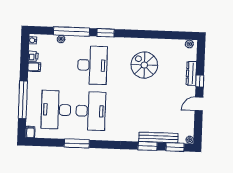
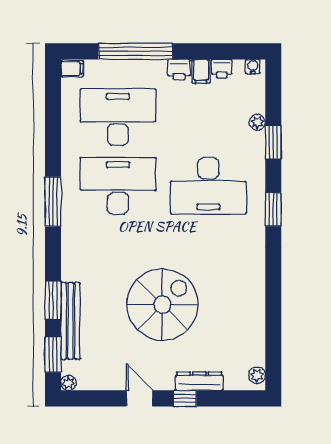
window: (71, 31) -> (273, 142), width x0.47
spiral stairs: (144, 65) -> (162, 305), moved, width x1.37, depth x1.37
printer: (33, 78) -> (179, 70), added
desk: (91, 111) -> (118, 186), turned 180
window: (77, 143) -> (53, 202), moved

